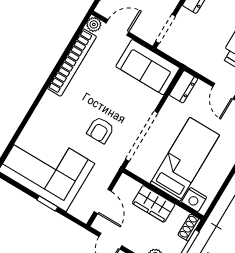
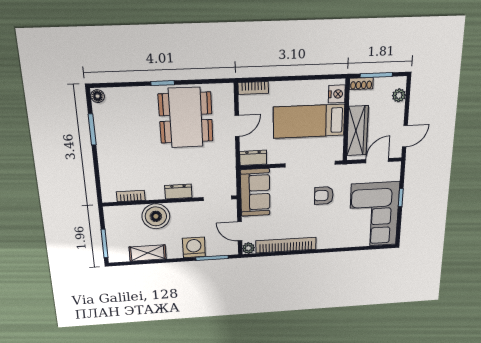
armchair: (100, 130) -> (324, 196), turned 180
wardrobe: (154, 204) -> (357, 131), width x1.50

